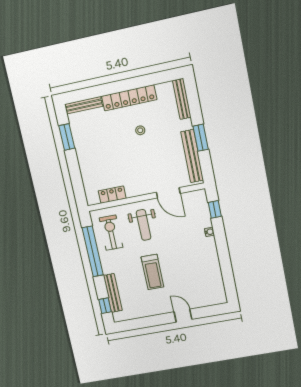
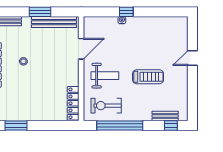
locker: (112, 195) -> (73, 103), width x1.53
window: (215, 209) -> (126, 12), moved
bench: (113, 293) -> (165, 116), width x0.73

